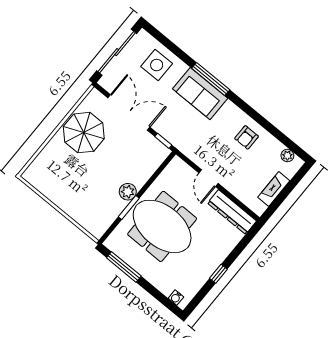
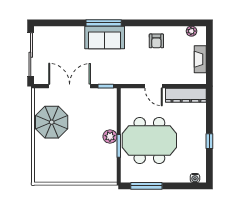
side table: (157, 65) -> (62, 42), removed

